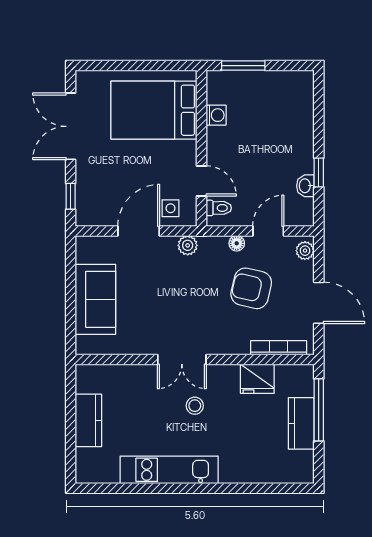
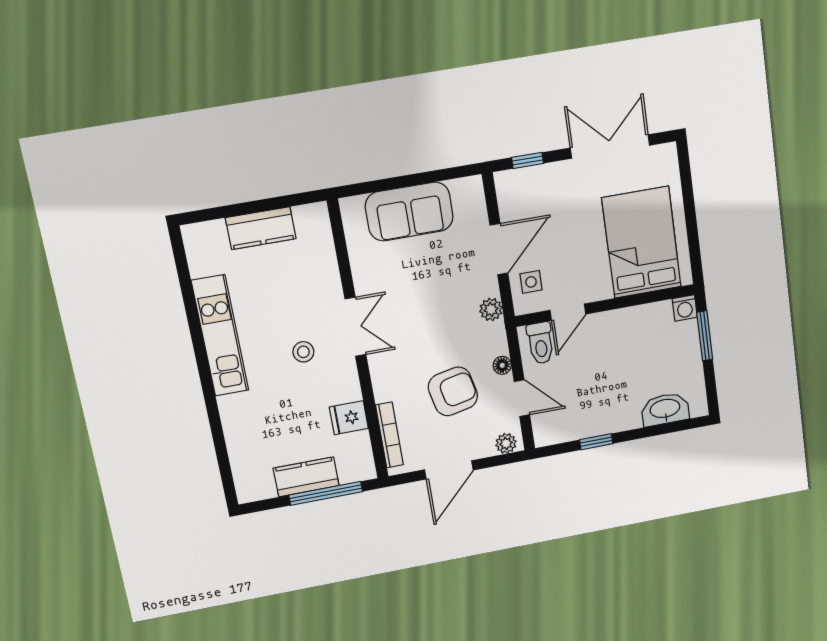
washing machine: (216, 115) -> (685, 308), moved
washbasin: (305, 186) -> (665, 409), moved, width x1.91, depth x1.45
toilet: (219, 208) -> (541, 343), width x1.37, depth x1.39
door: (139, 231) -> (499, 249), hinge flipped
armchair: (251, 288) -> (453, 391), turned 65
double door: (182, 360) -> (355, 327), swing flipped
fridge: (257, 379) -> (349, 418), width x0.72

